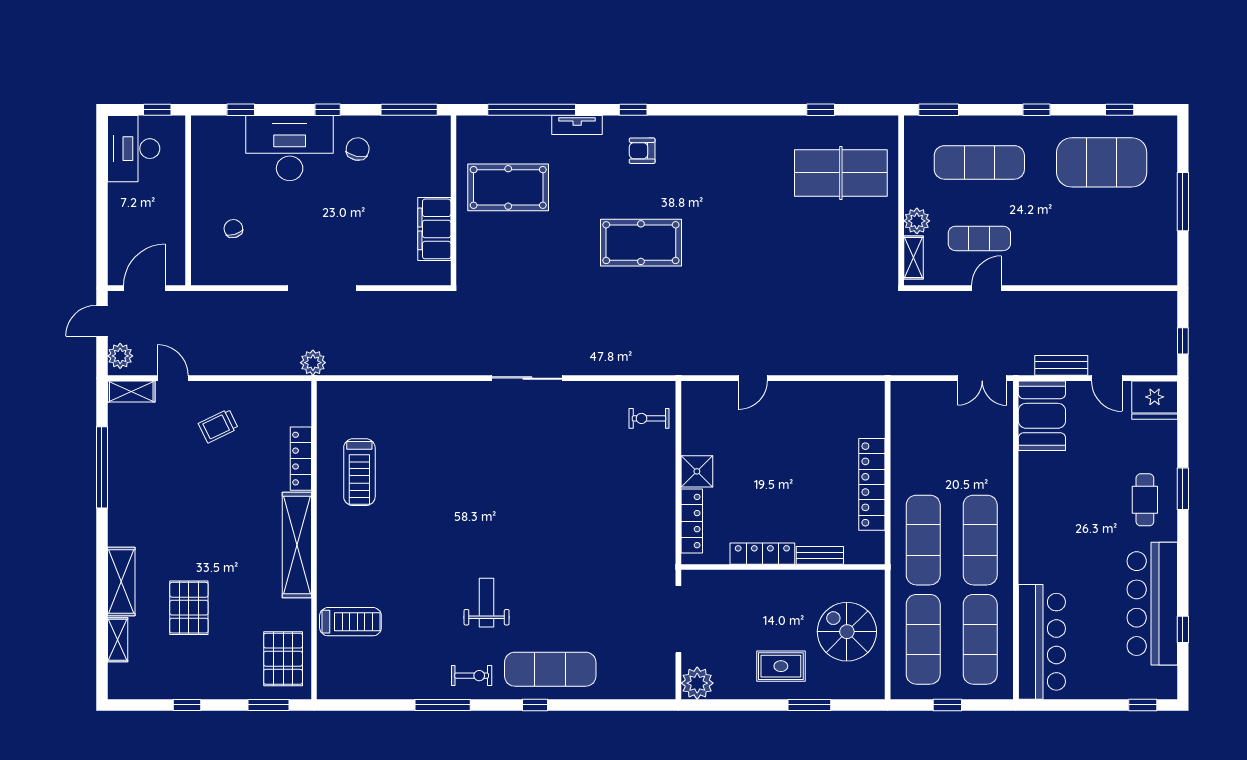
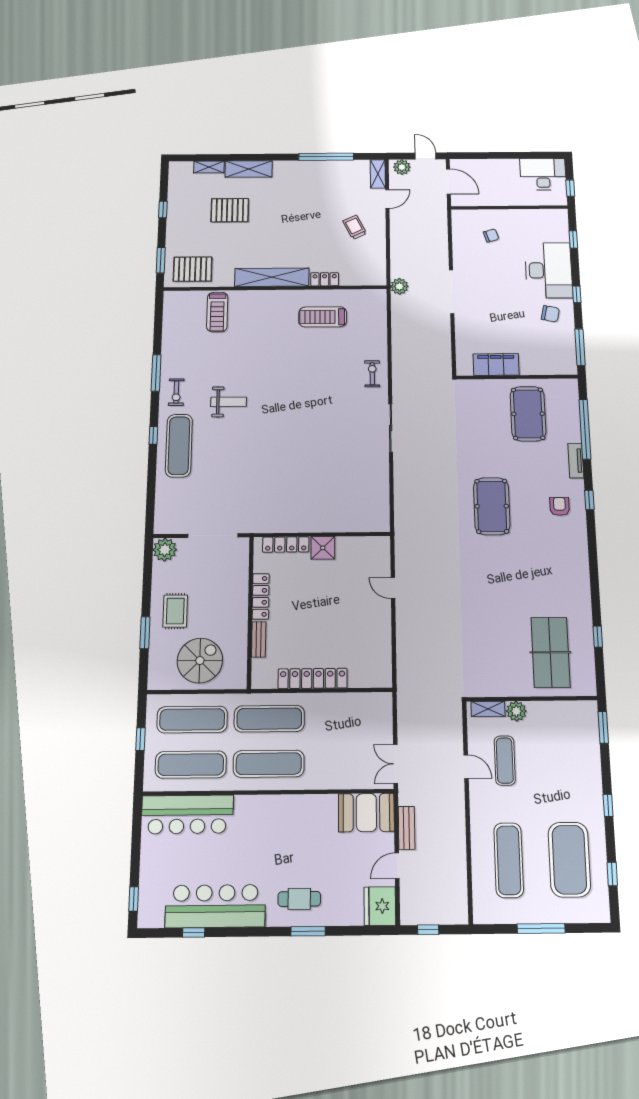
exercise mat: (979, 162) -> (509, 860), moved
exercise bike: (649, 418) -> (372, 374), moved
locker: (301, 459) -> (325, 279), width x0.66

